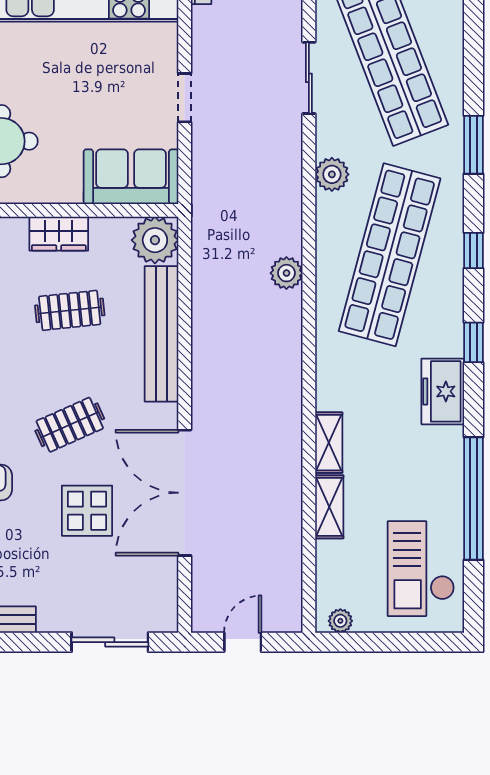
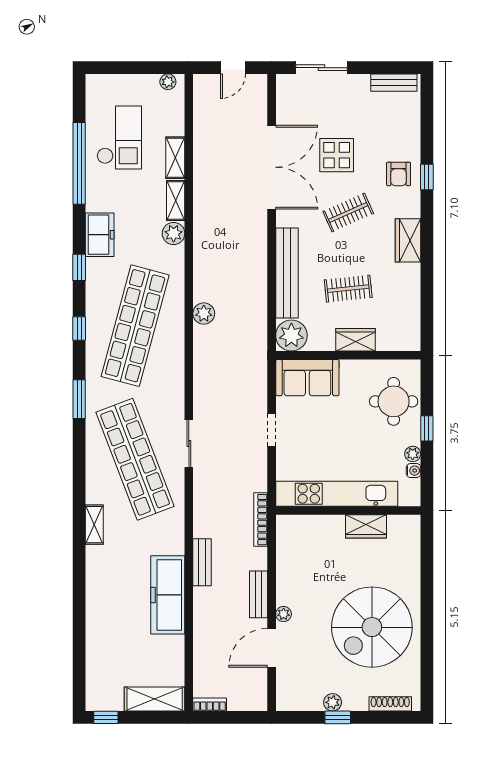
plant: (332, 174) -> (174, 234), moved
checkout: (421, 569) -> (119, 137), moved

